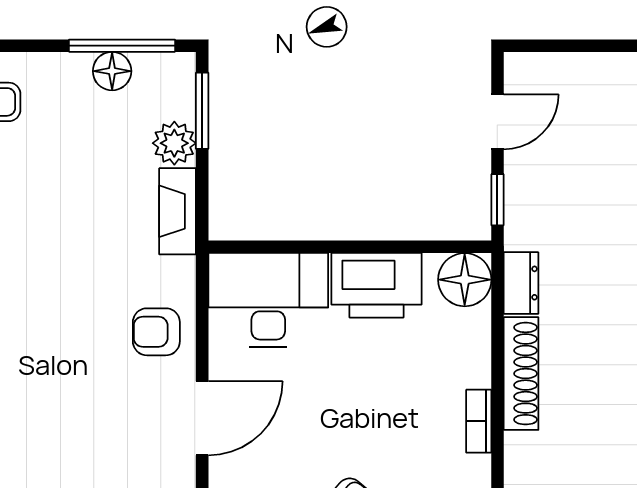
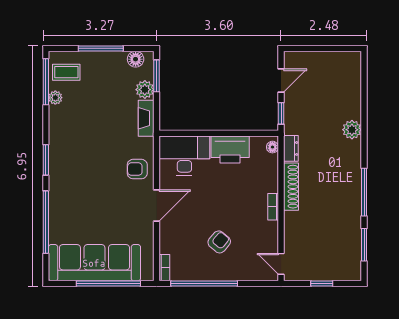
window: (122, 46) -> (101, 48), moved
floor lamp: (112, 71) -> (136, 59), moved
floor lamp: (465, 280) -> (272, 147), width x0.53, depth x0.53

